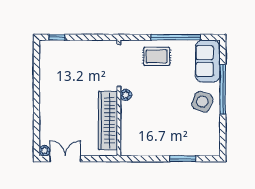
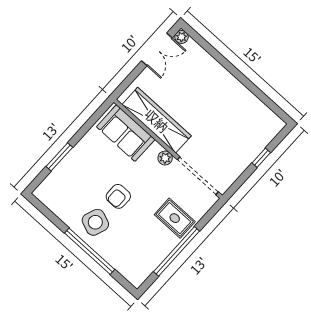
window: (57, 37) -> (261, 158), moved
rug: (157, 56) -> (175, 218), turned 90
sofa: (208, 61) -> (126, 133), moved, turned 180
armchair: (174, 102) -> (118, 196), added

